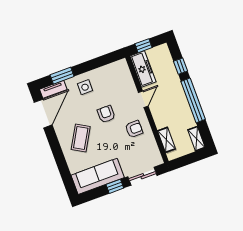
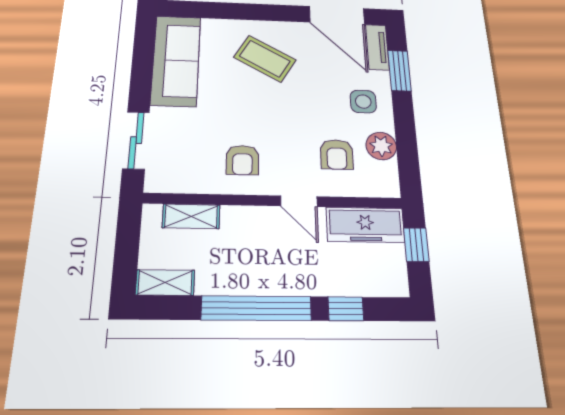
plant: (104, 73) -> (381, 146), added
armchair: (106, 114) -> (337, 154), moved, turned 90
window: (115, 186) -> (141, 83), removed

